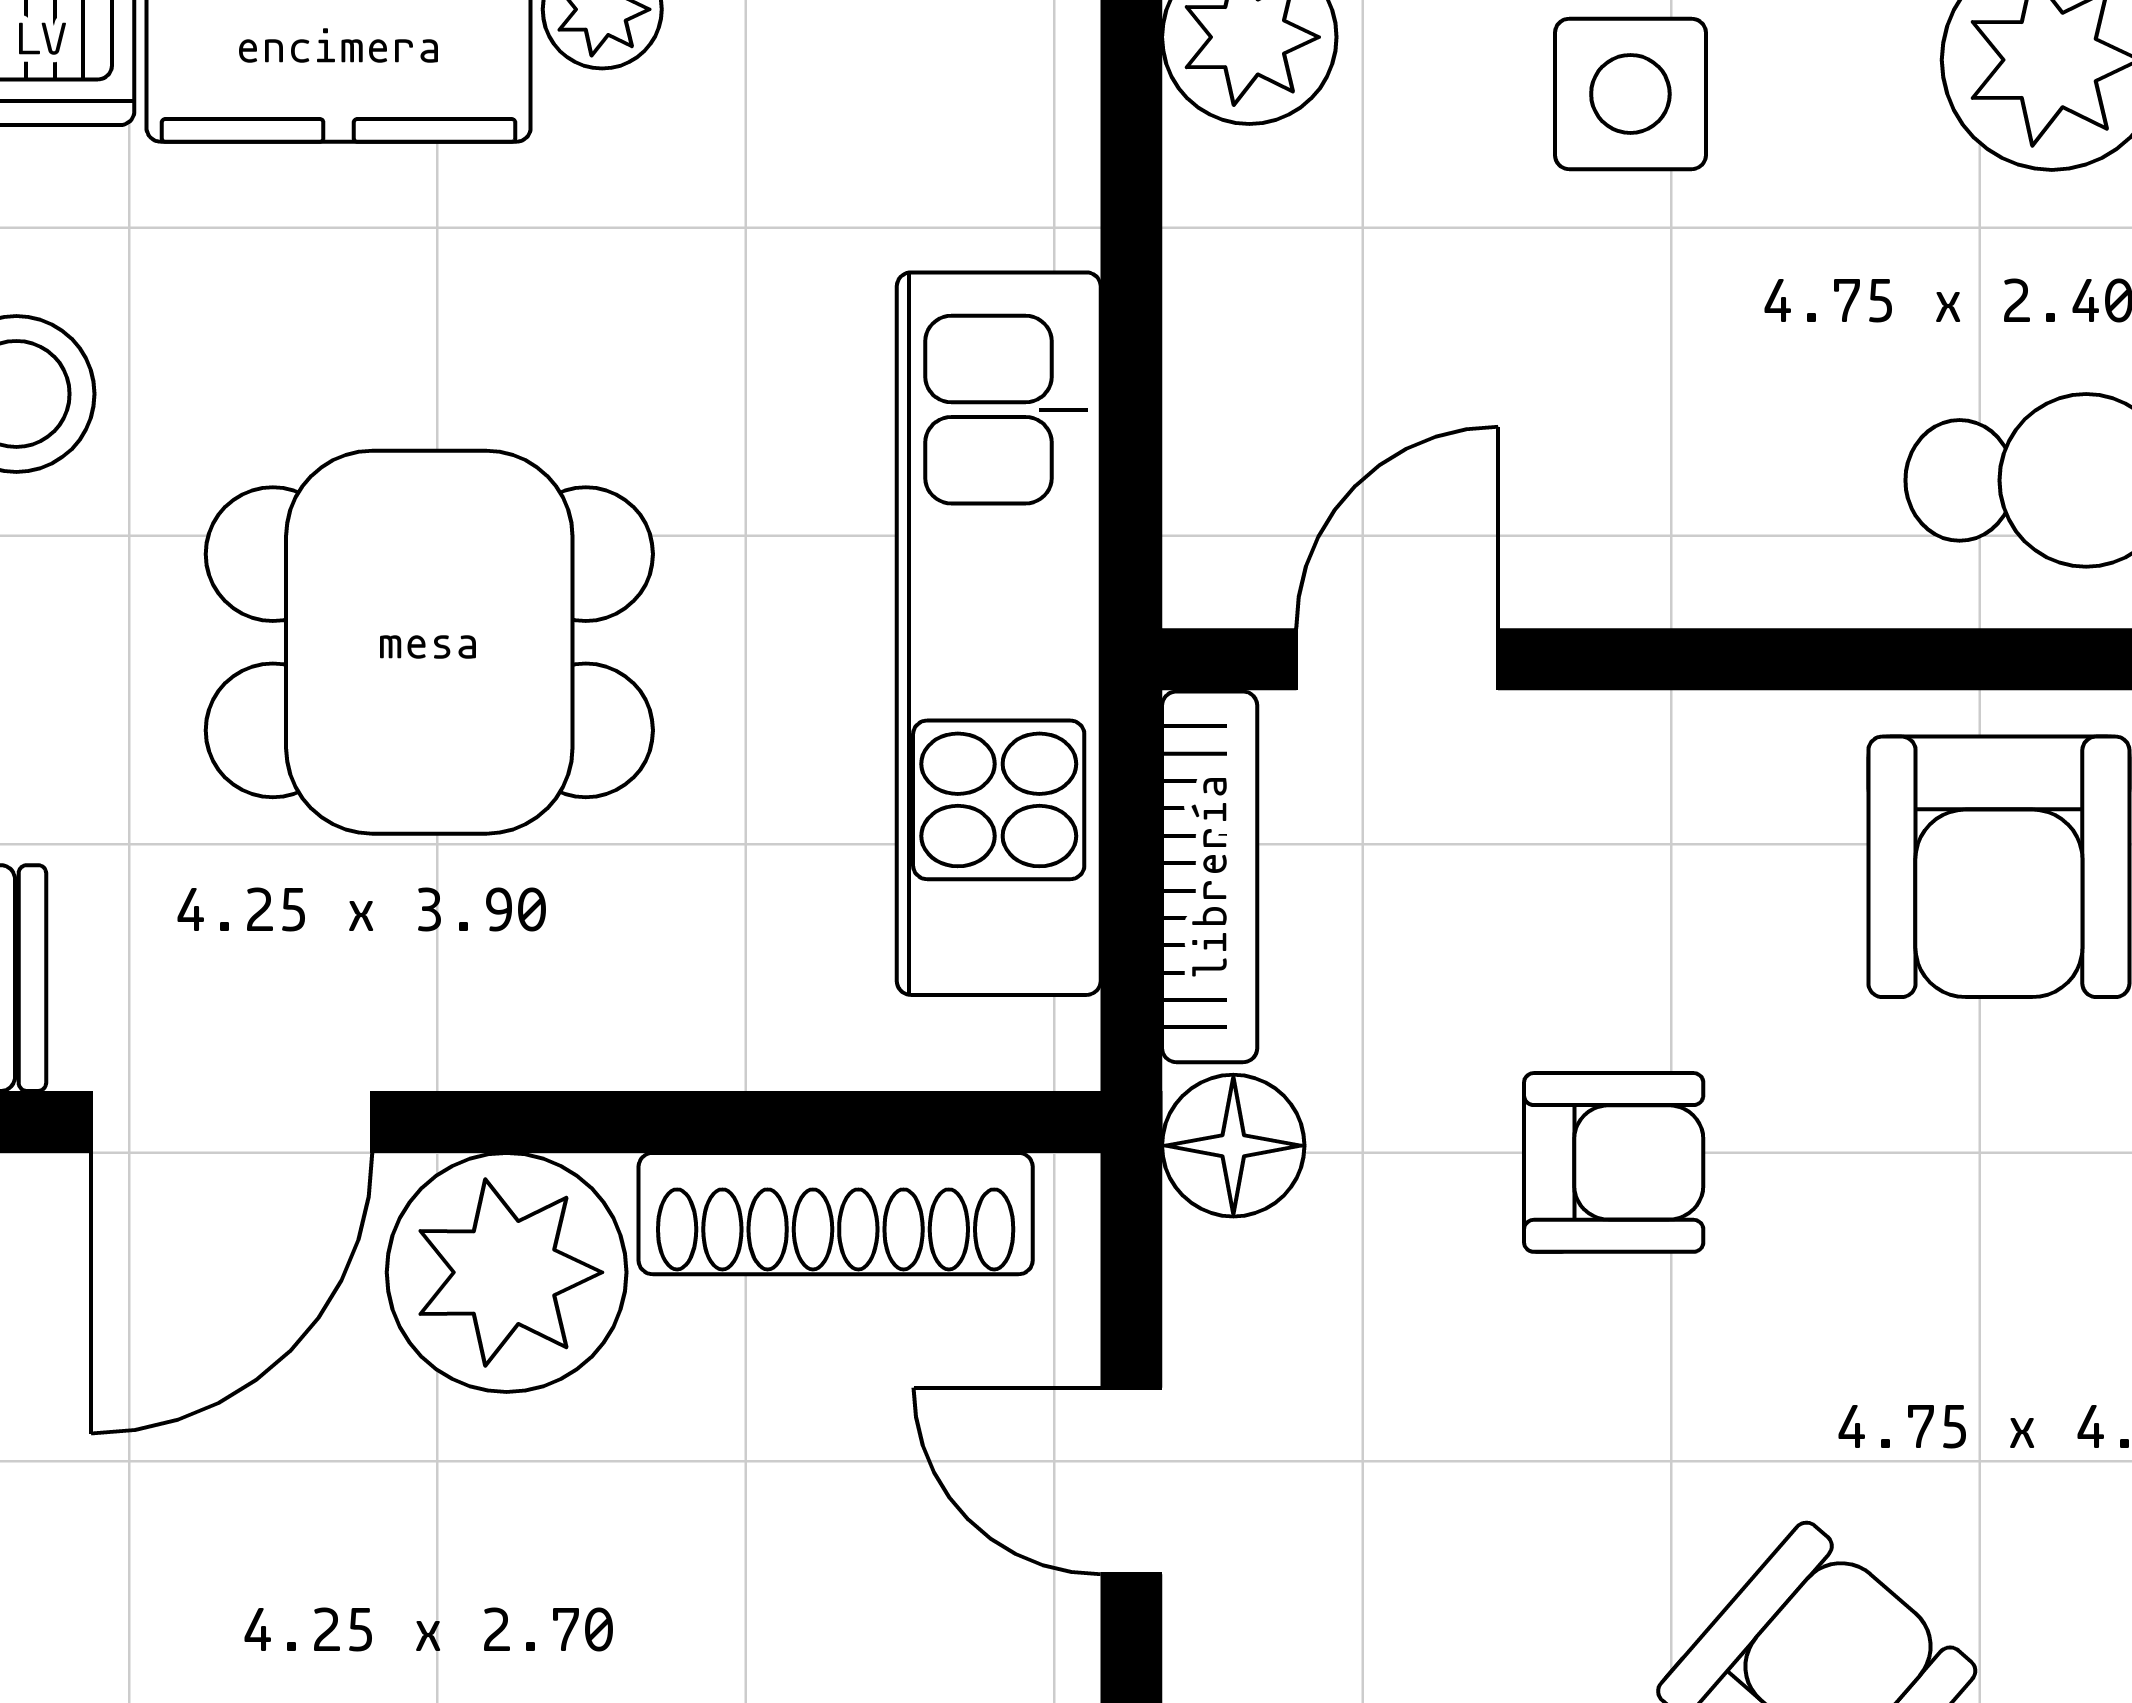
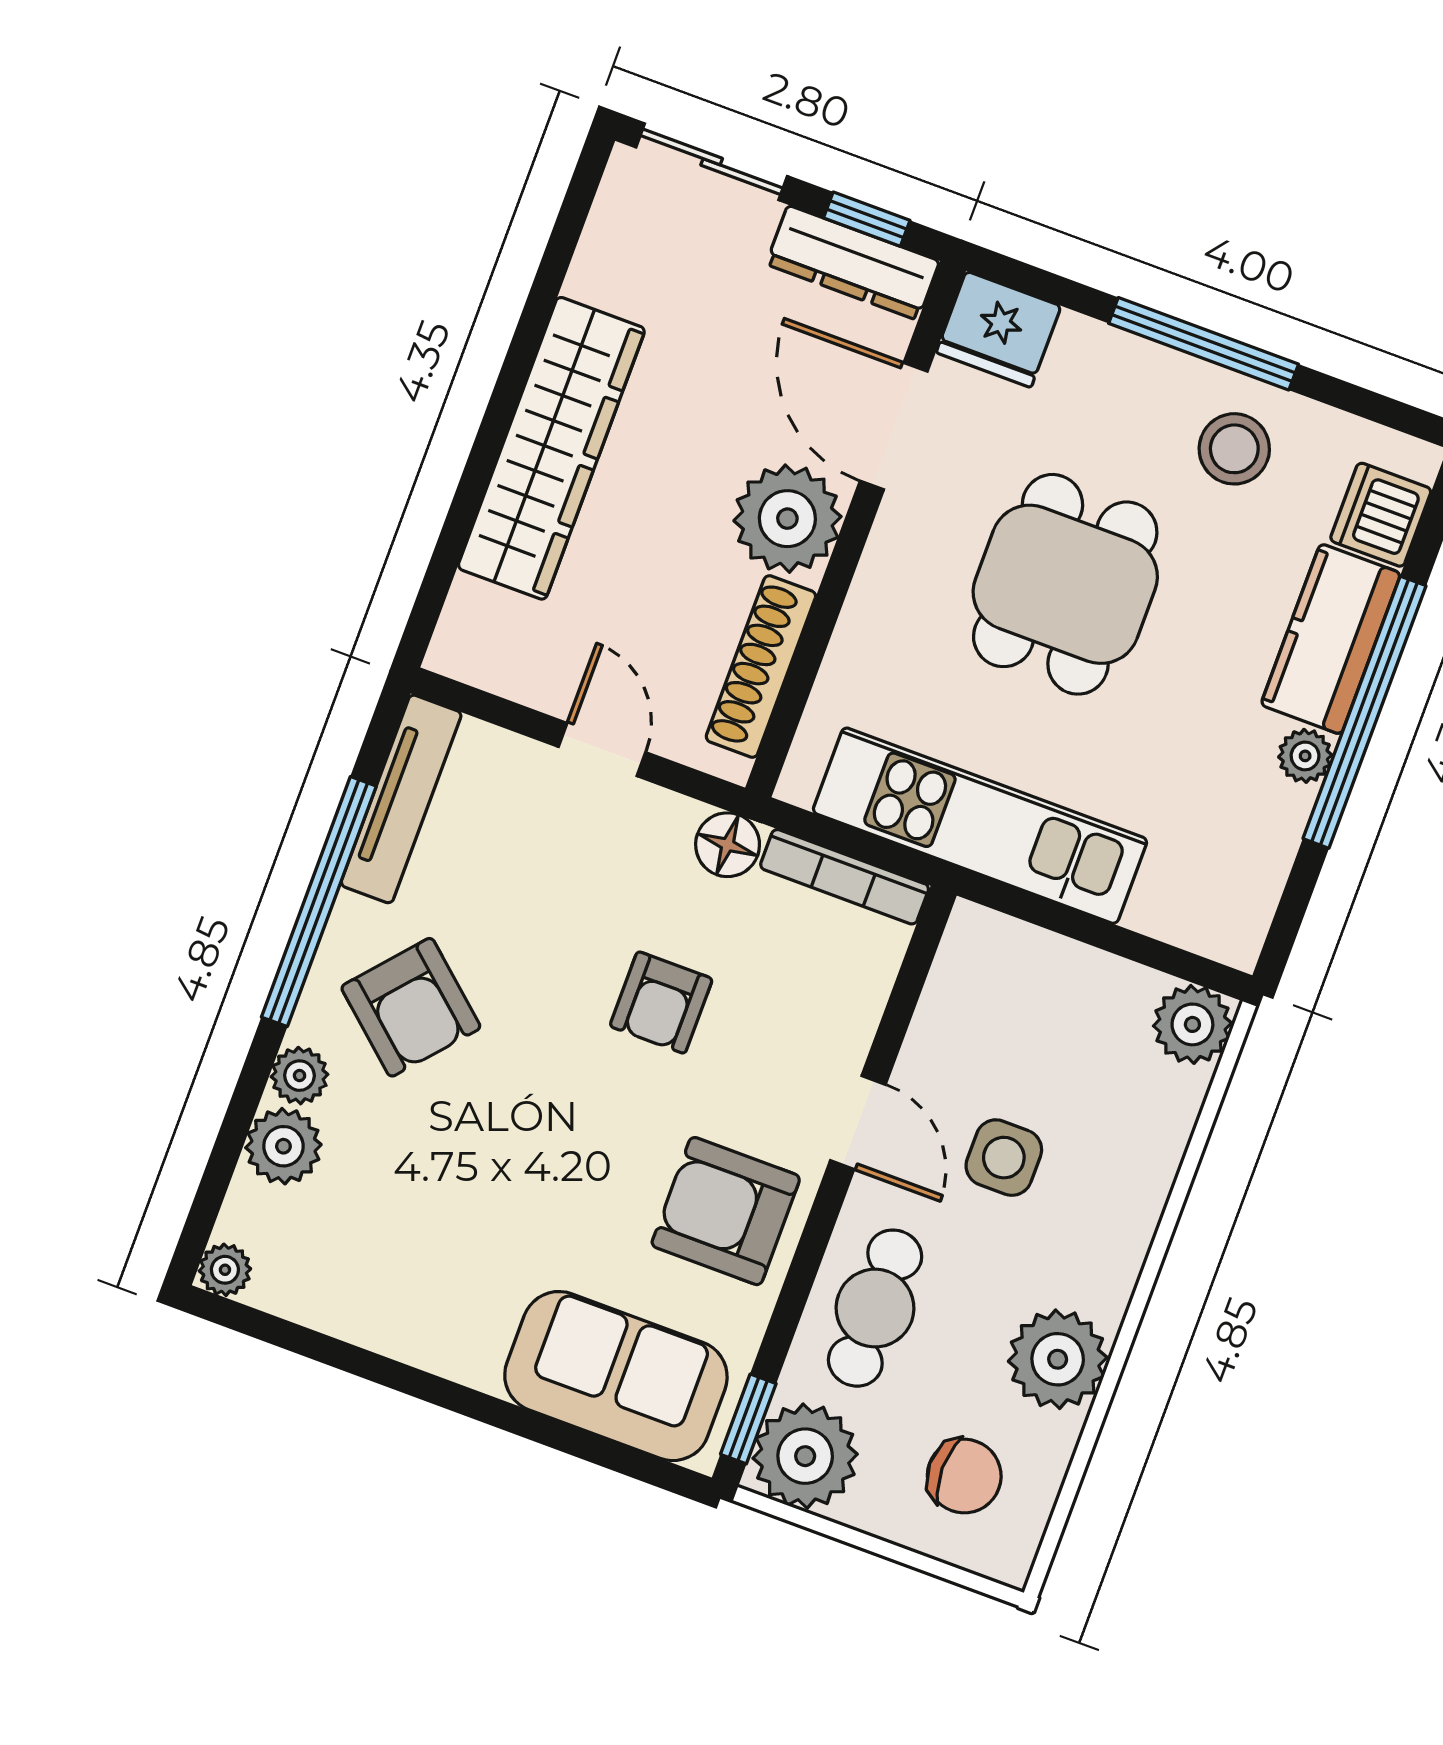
side table: (1630, 94) -> (1004, 1158), moved
door: (1397, 659) -> (858, 1122), moved
door: (1131, 1481) -> (602, 749), hinge flipped

